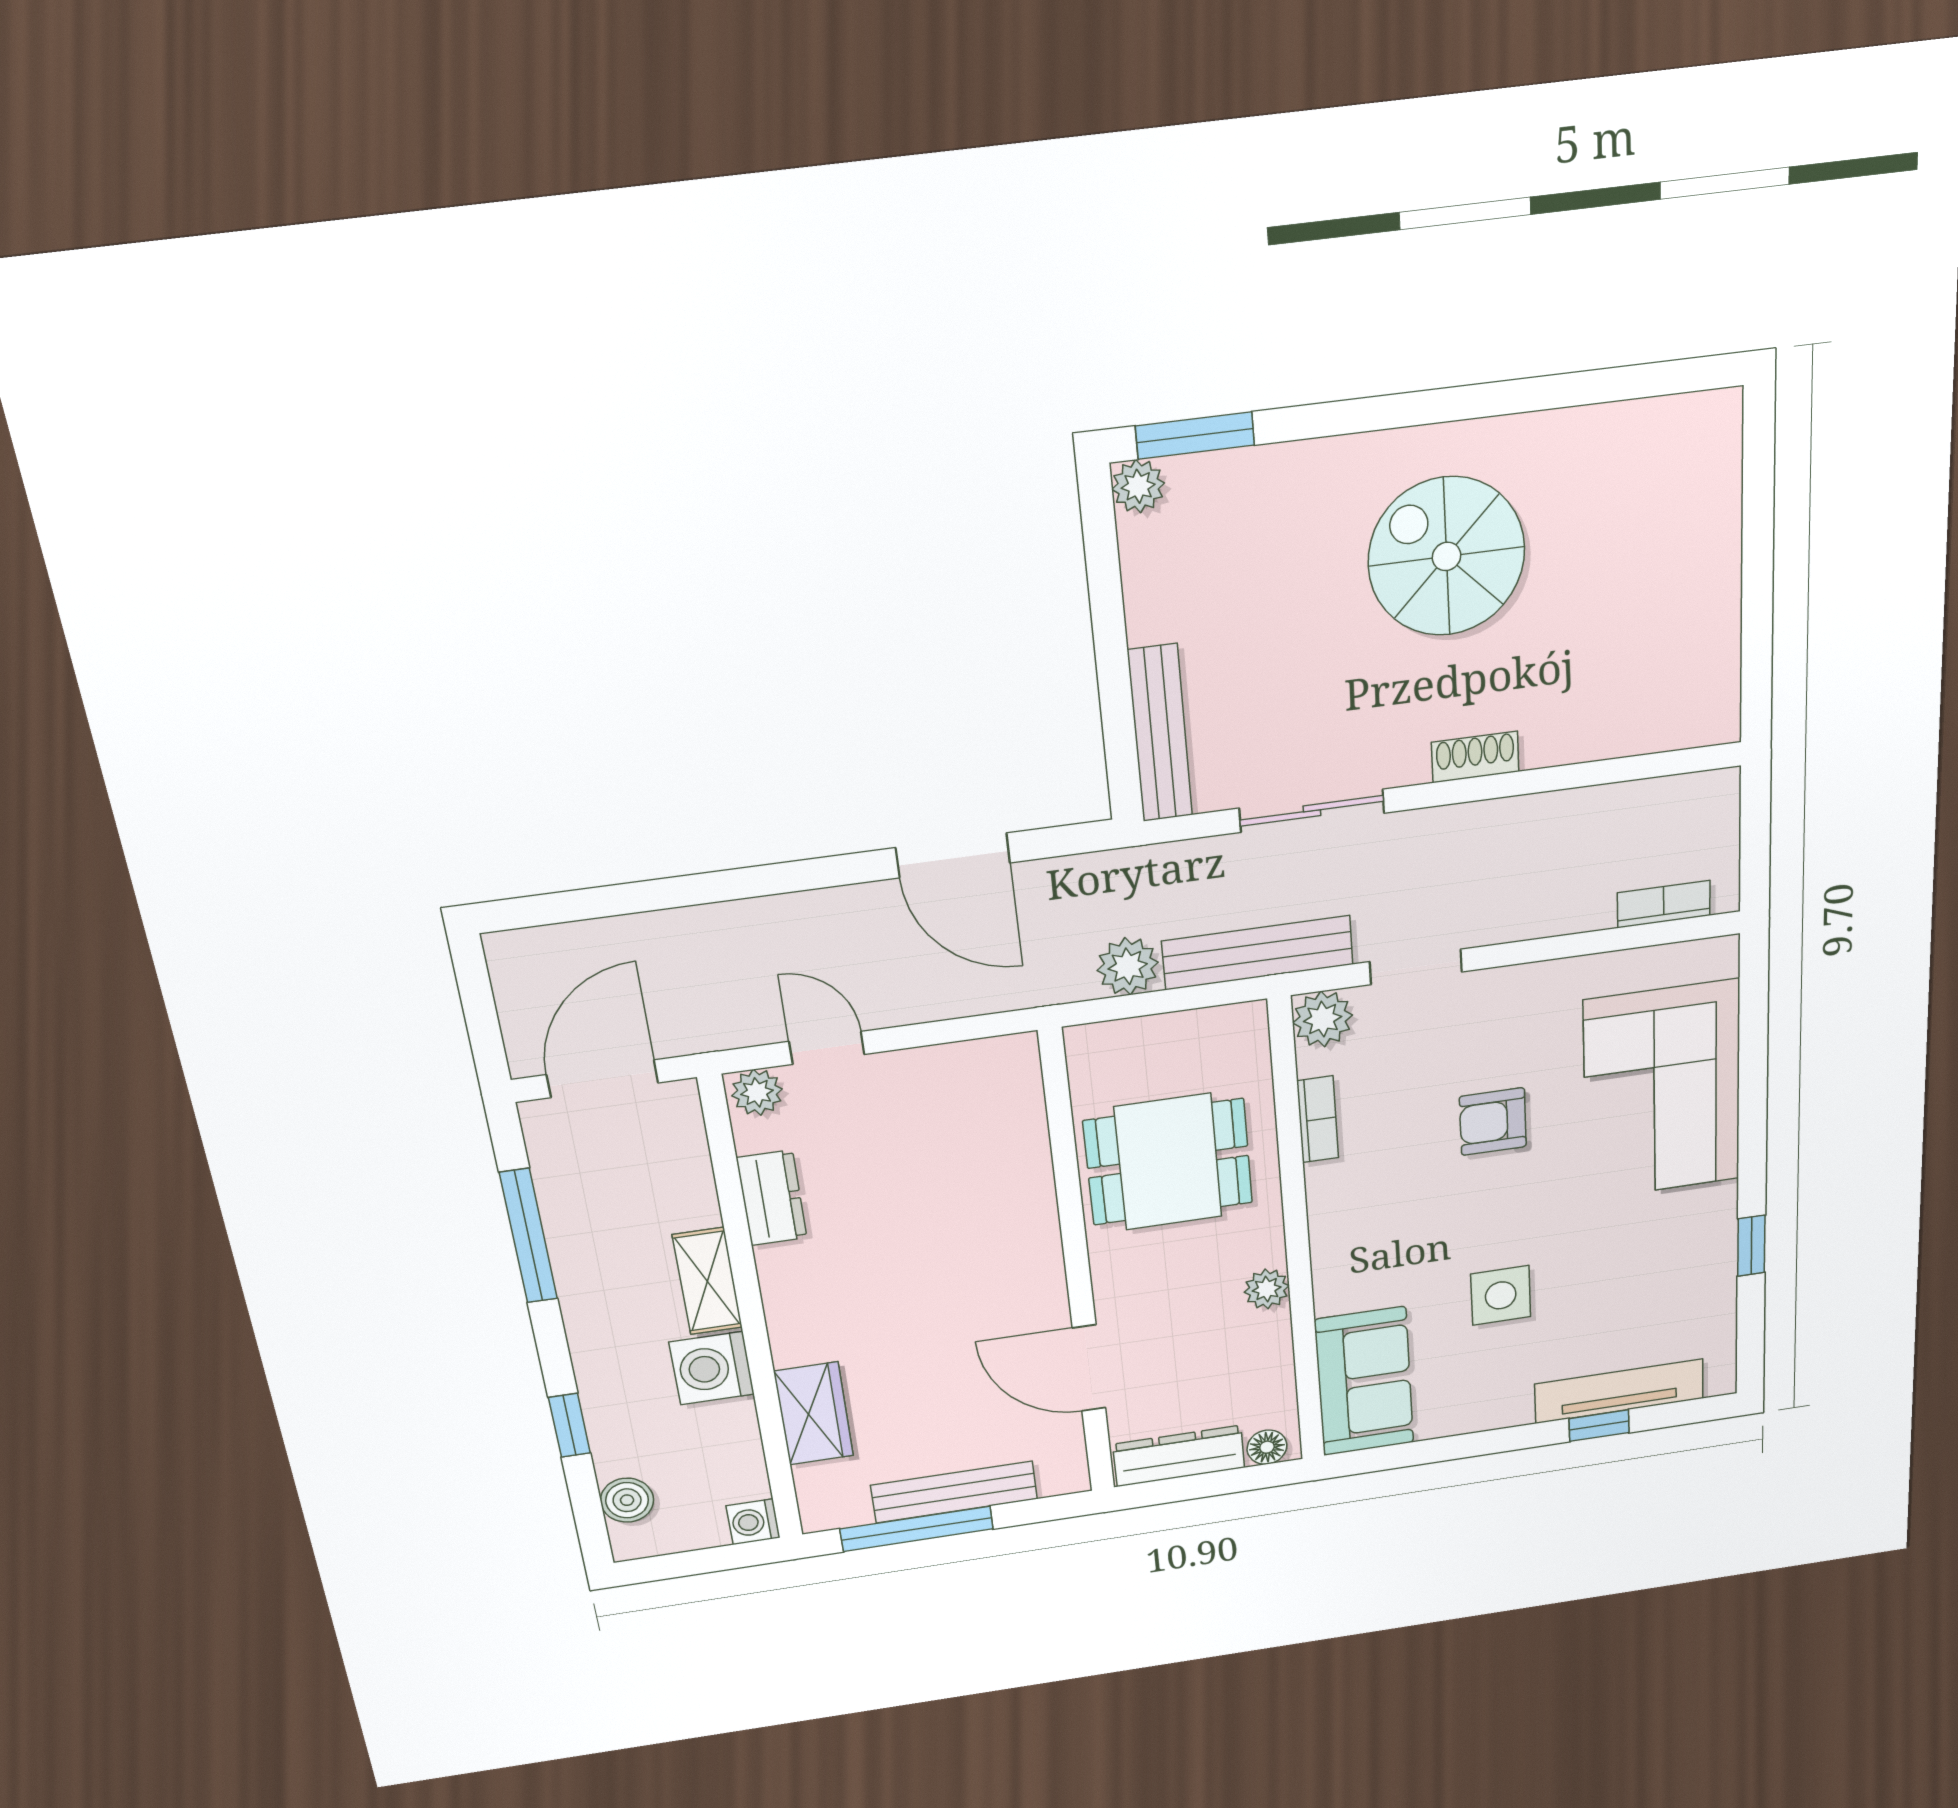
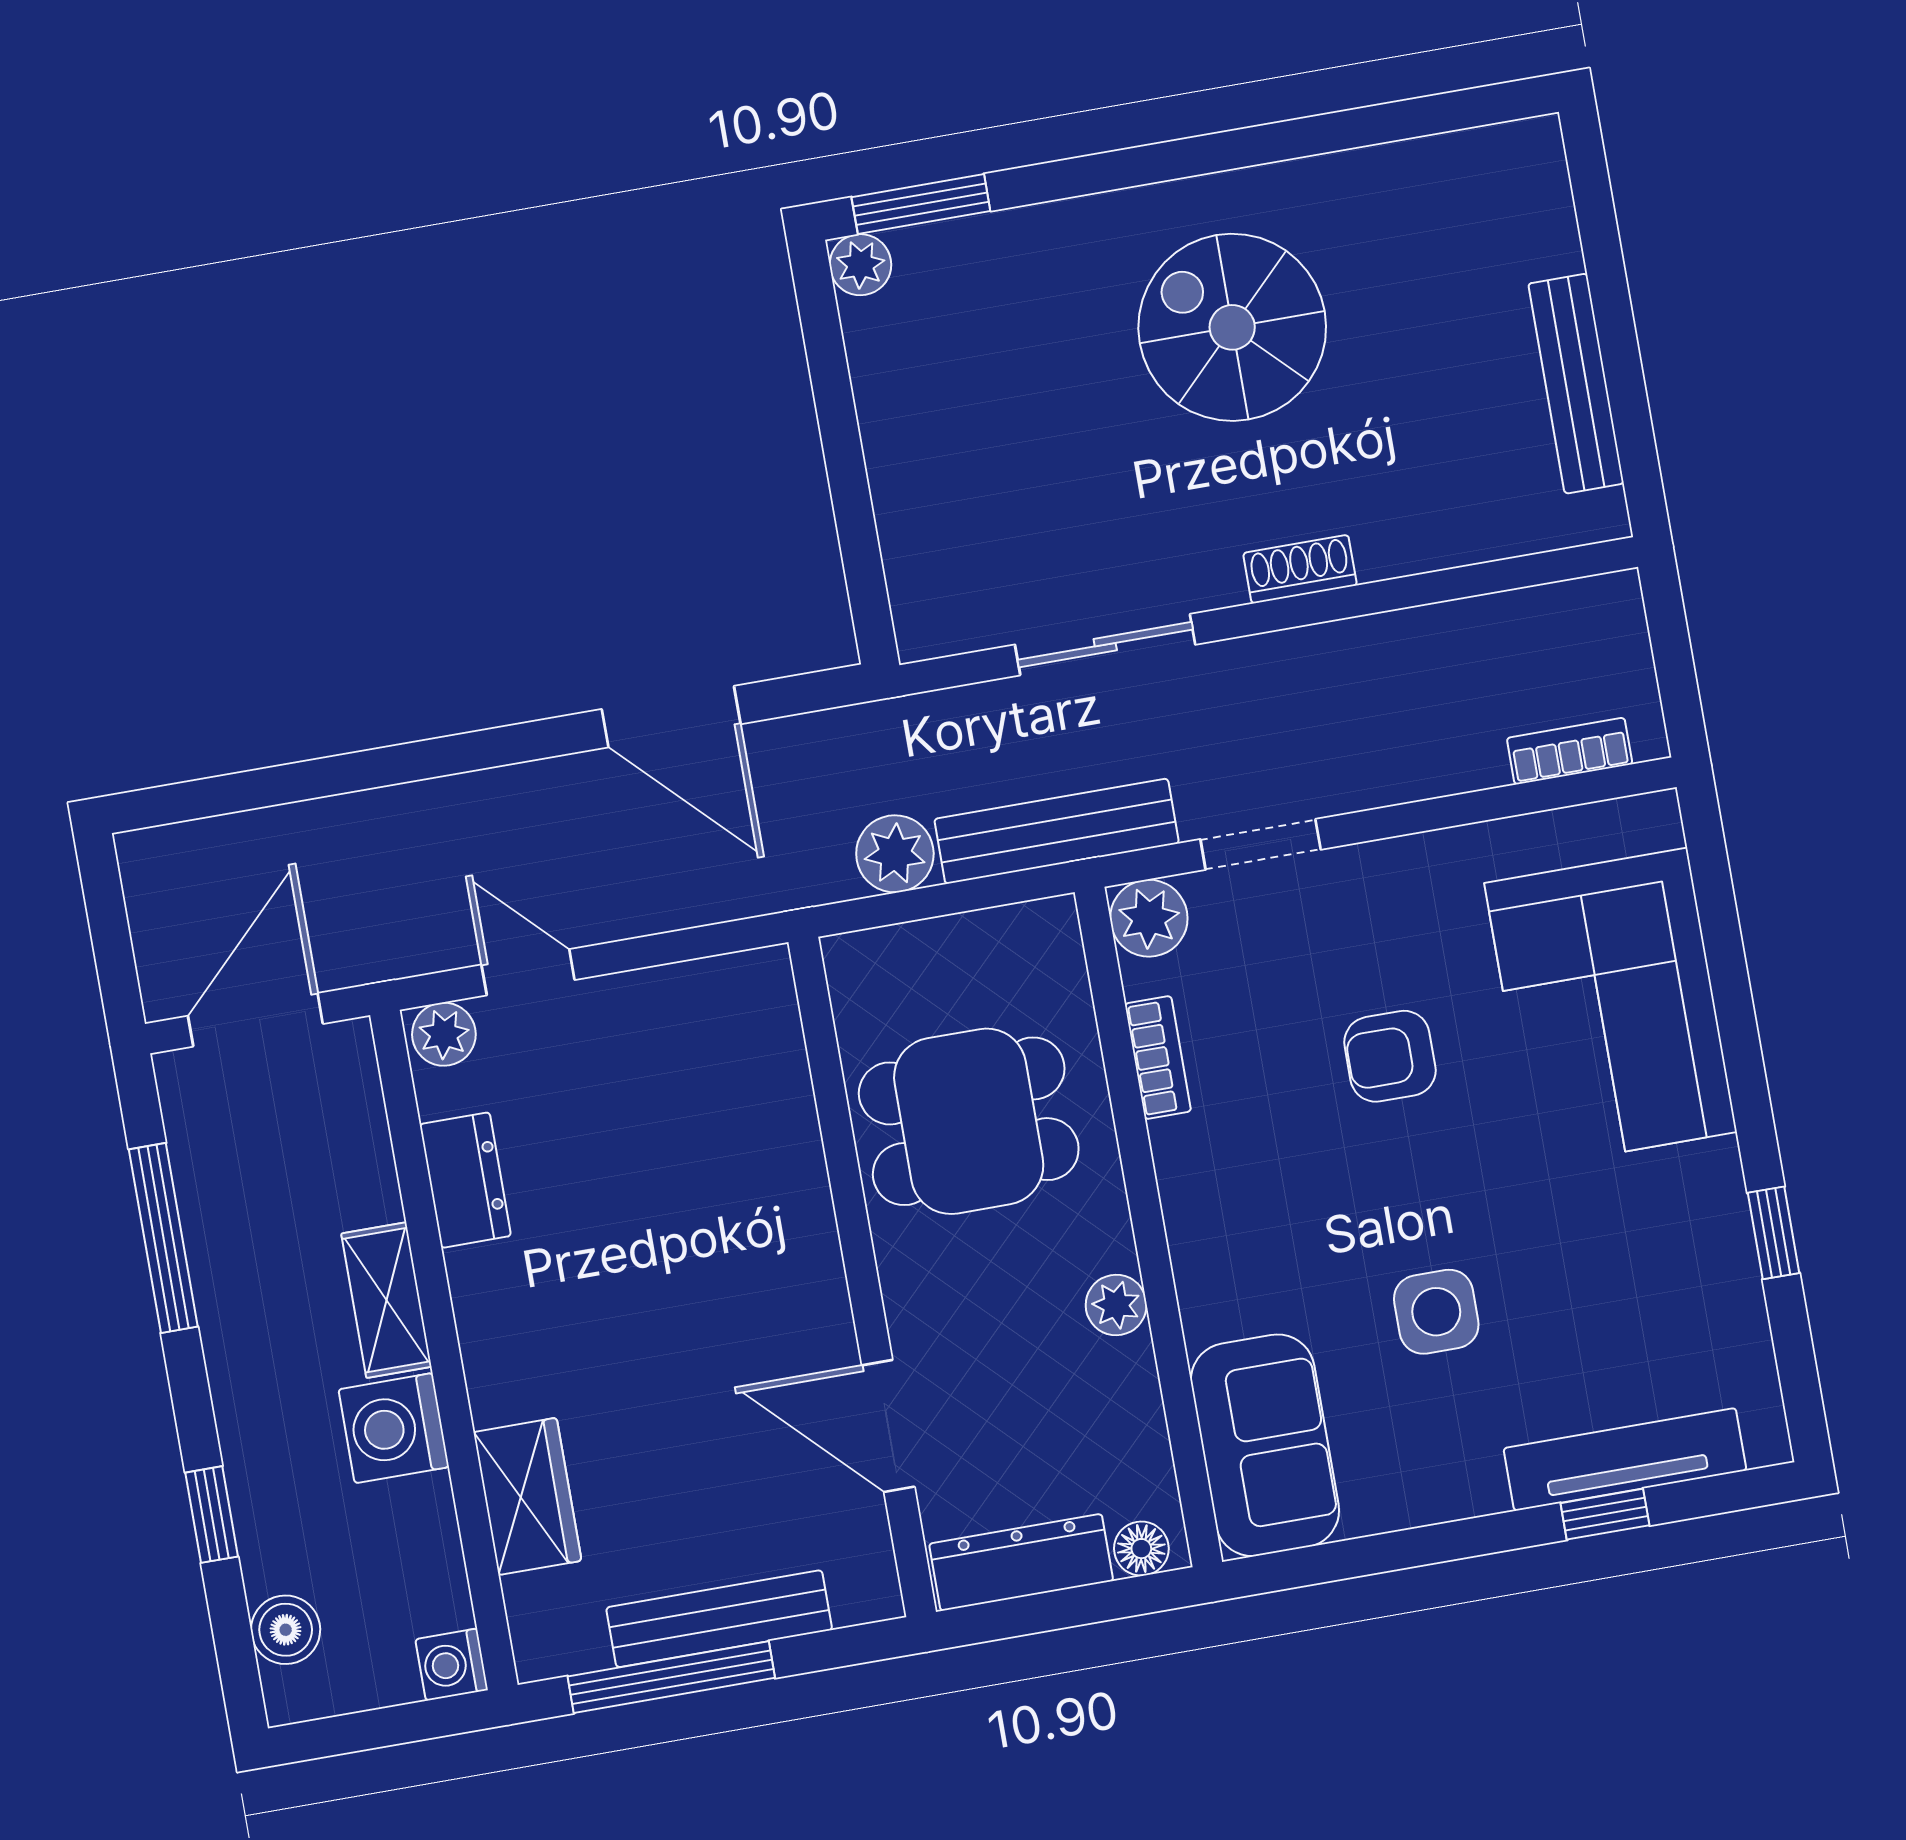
bench: (1160, 733) -> (1576, 384), moved

